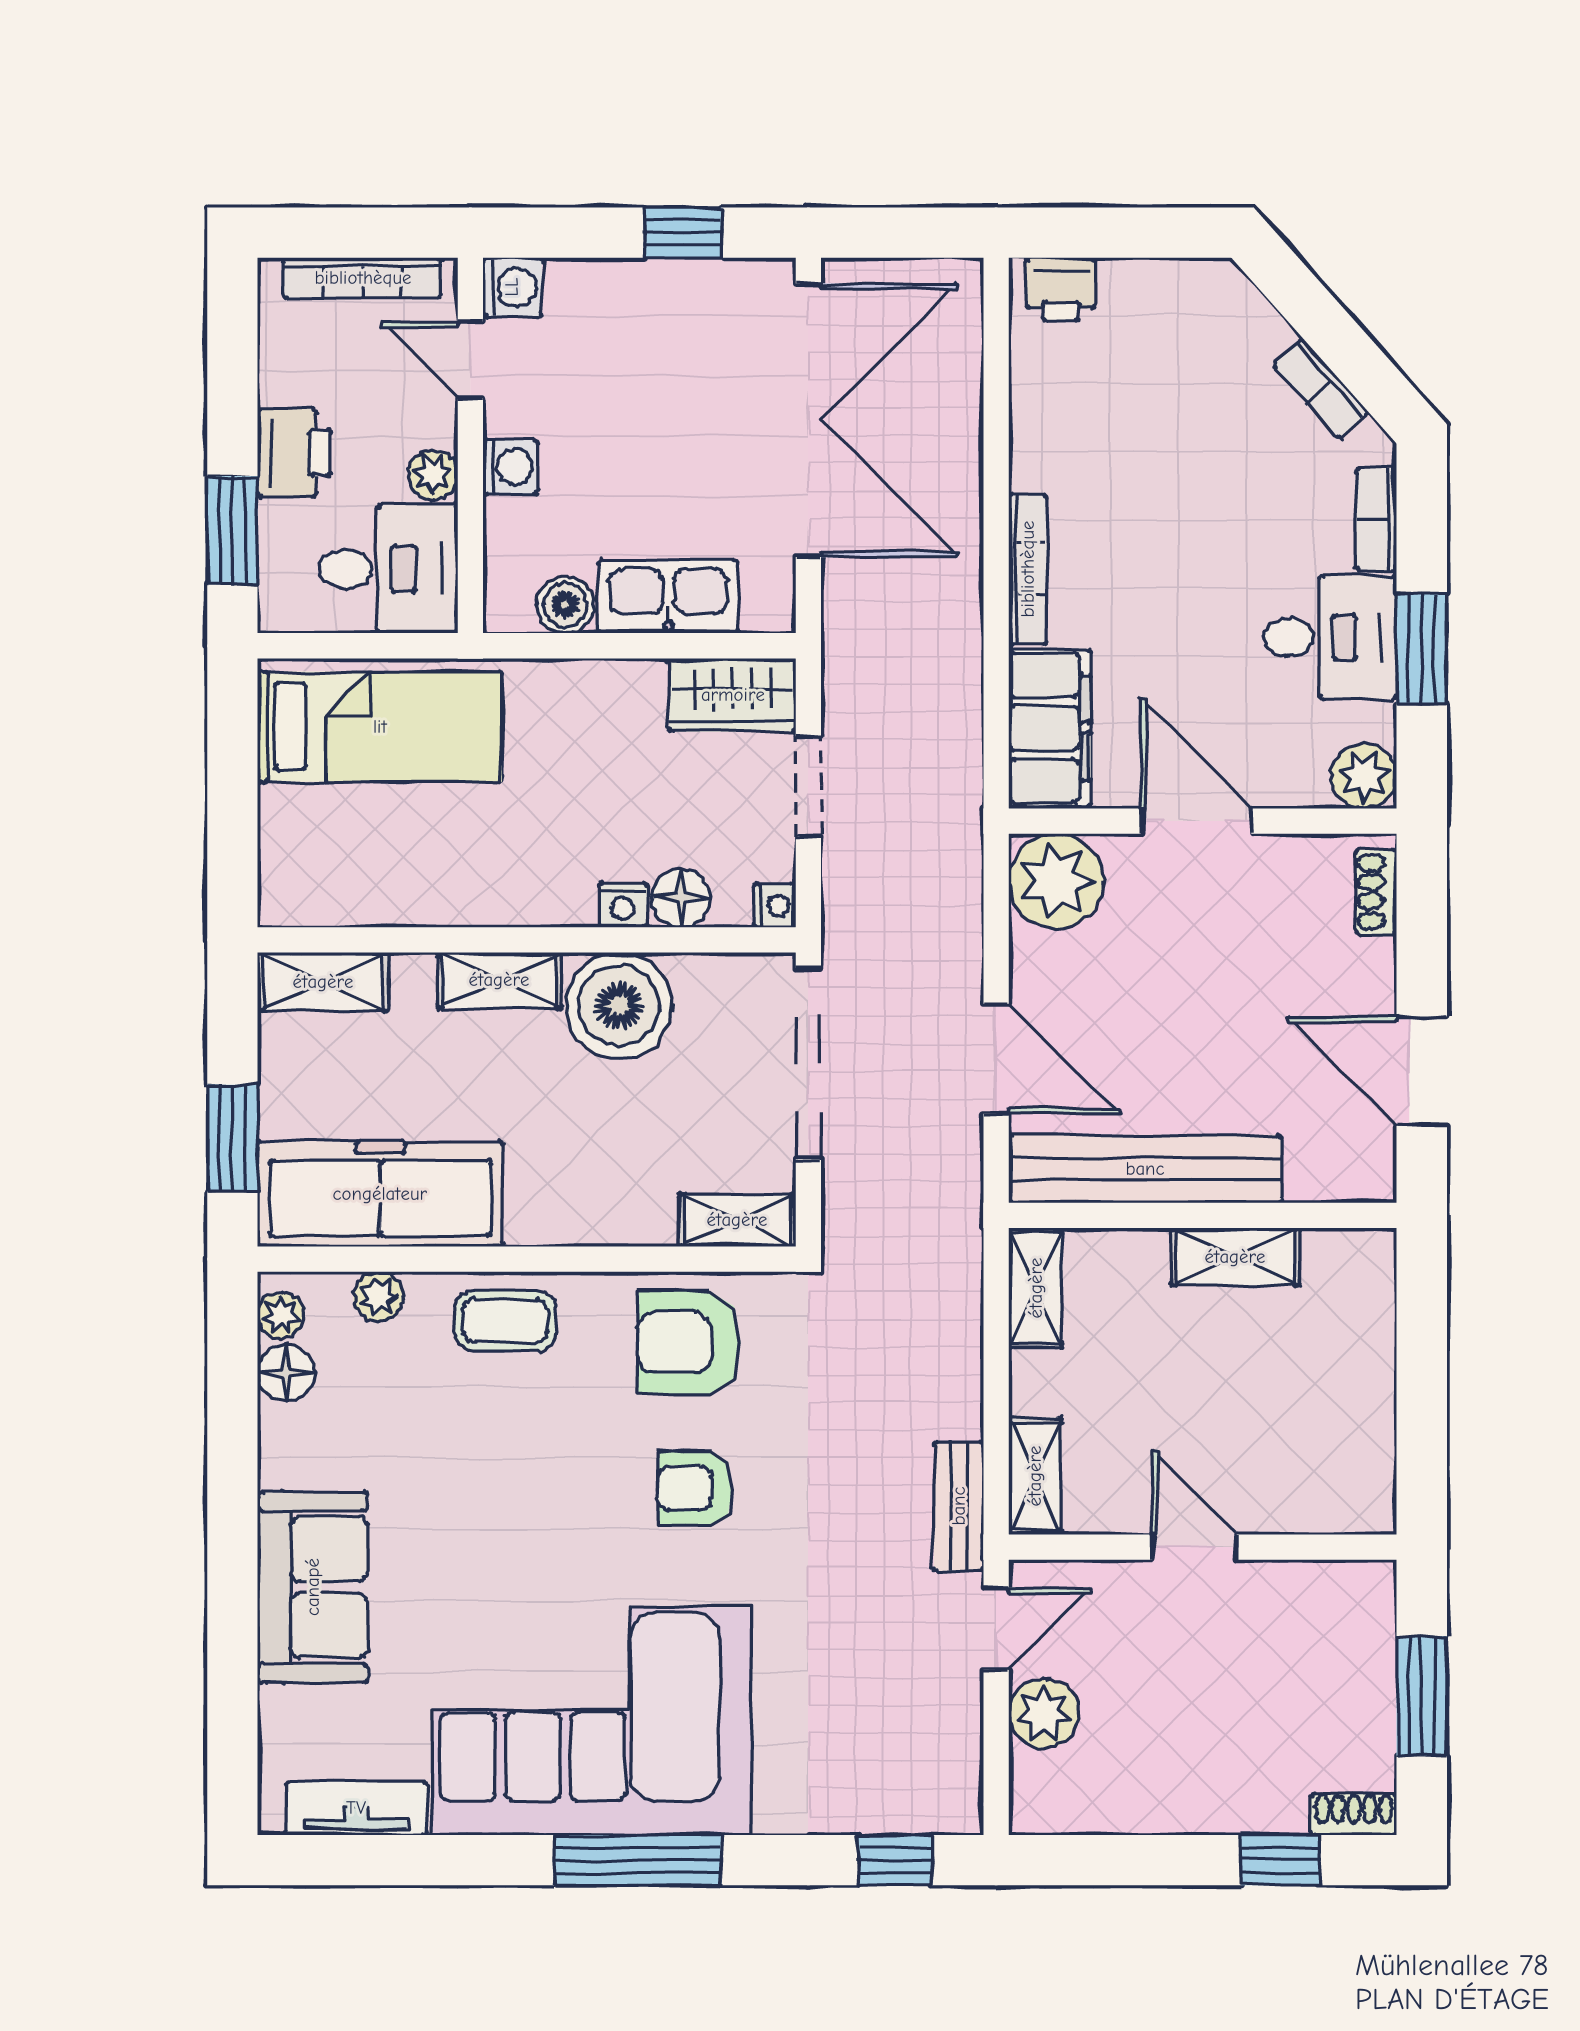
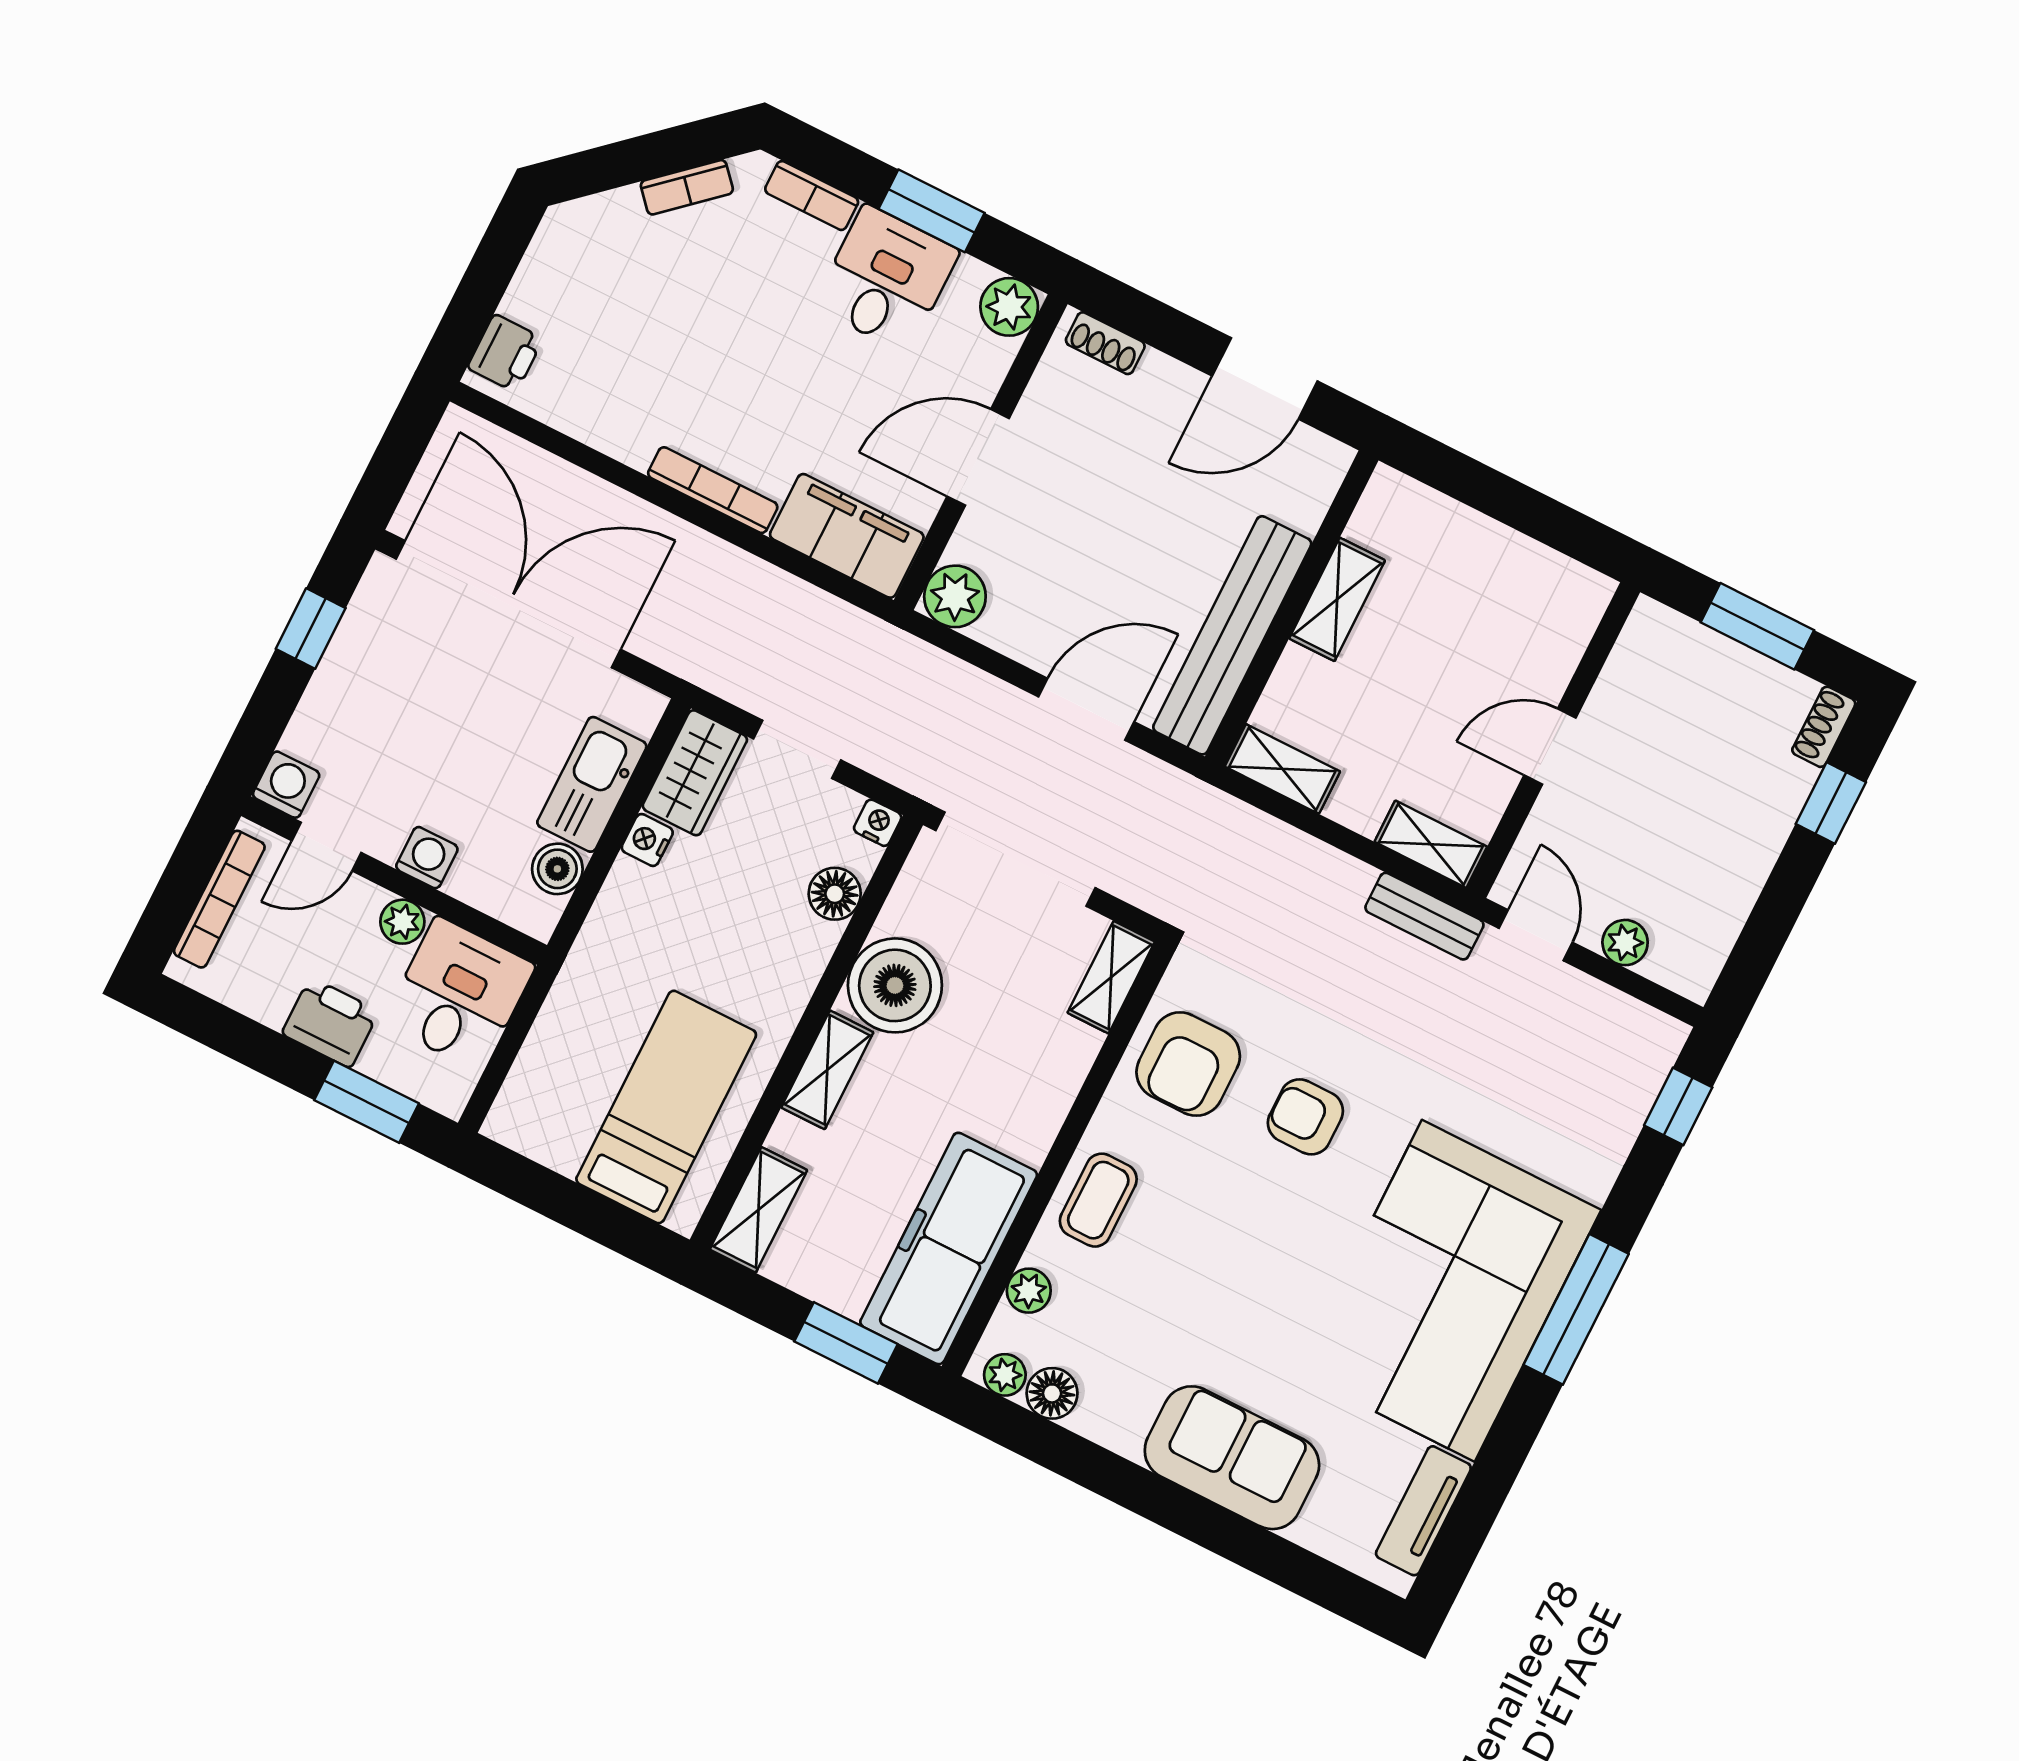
bed: (380, 727) -> (666, 1107), moved
plant: (1056, 881) -> (955, 596), width x0.73, depth x0.73
nightstand: (623, 905) -> (647, 840), moved, turned 180
armchair: (695, 1488) -> (1305, 1117), turned 90
plant: (1044, 1713) -> (1625, 943), width x0.73, depth x0.73

